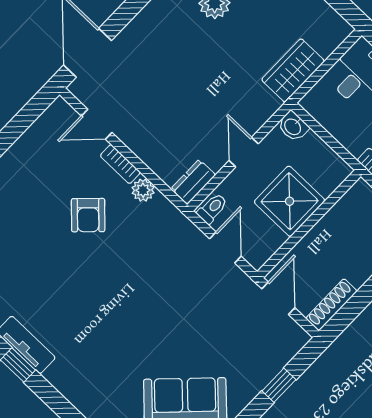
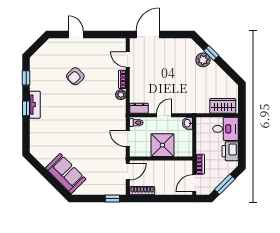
wardrobe: (293, 70) -> (223, 106), moved
armchair: (88, 215) -> (75, 76), moved
door: (225, 247) -> (128, 139), swing flipped
window: (279, 385) -> (112, 198), moved

